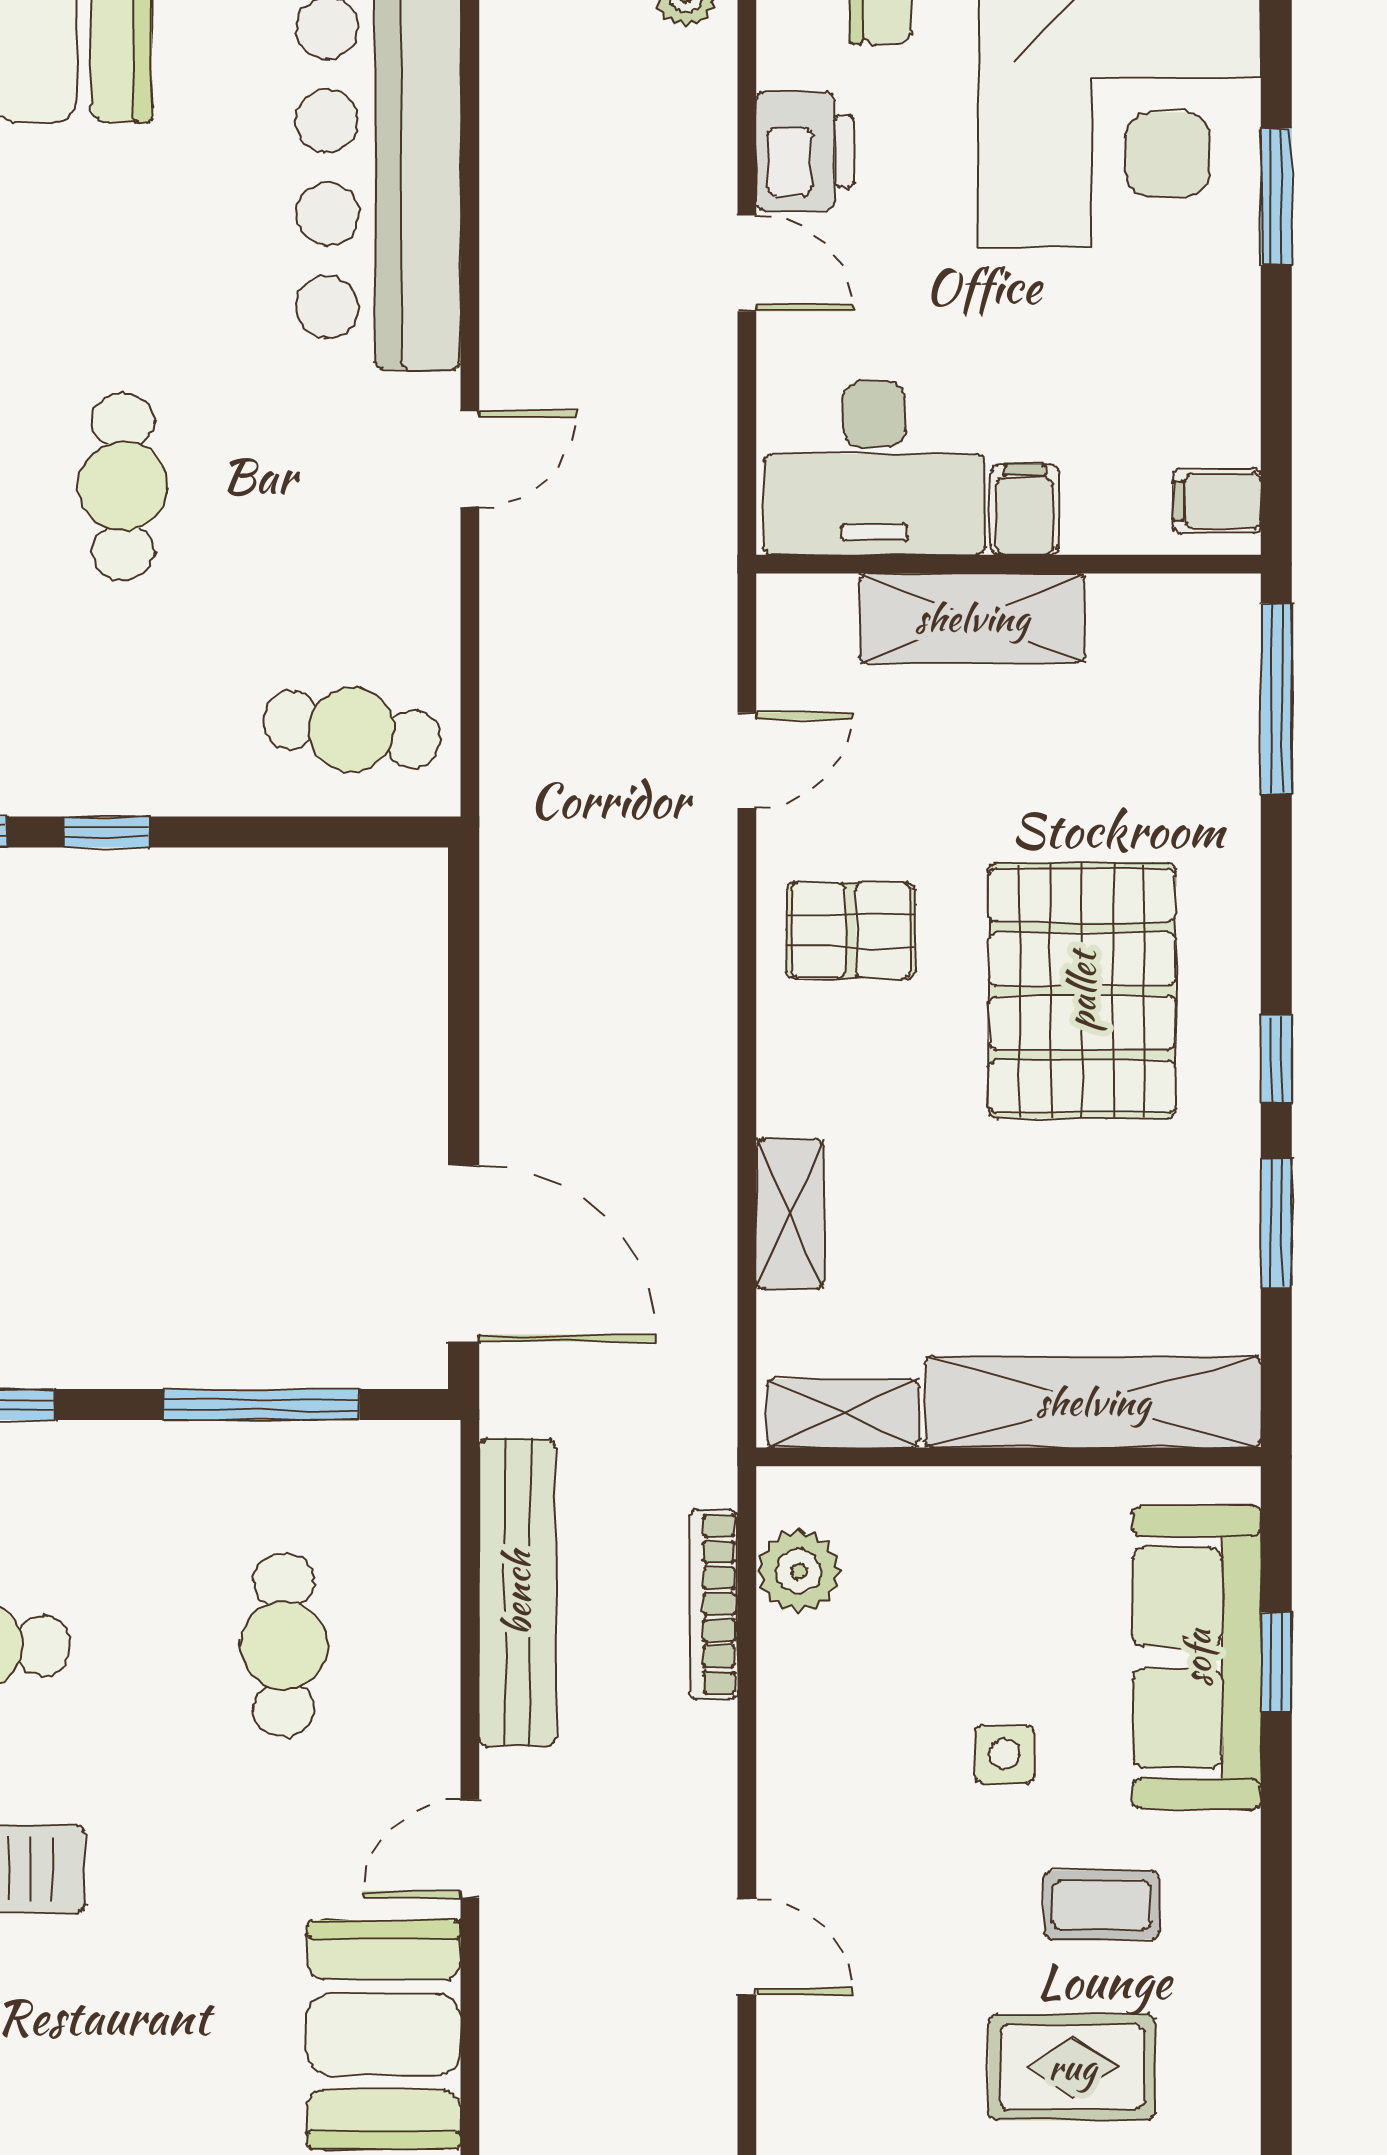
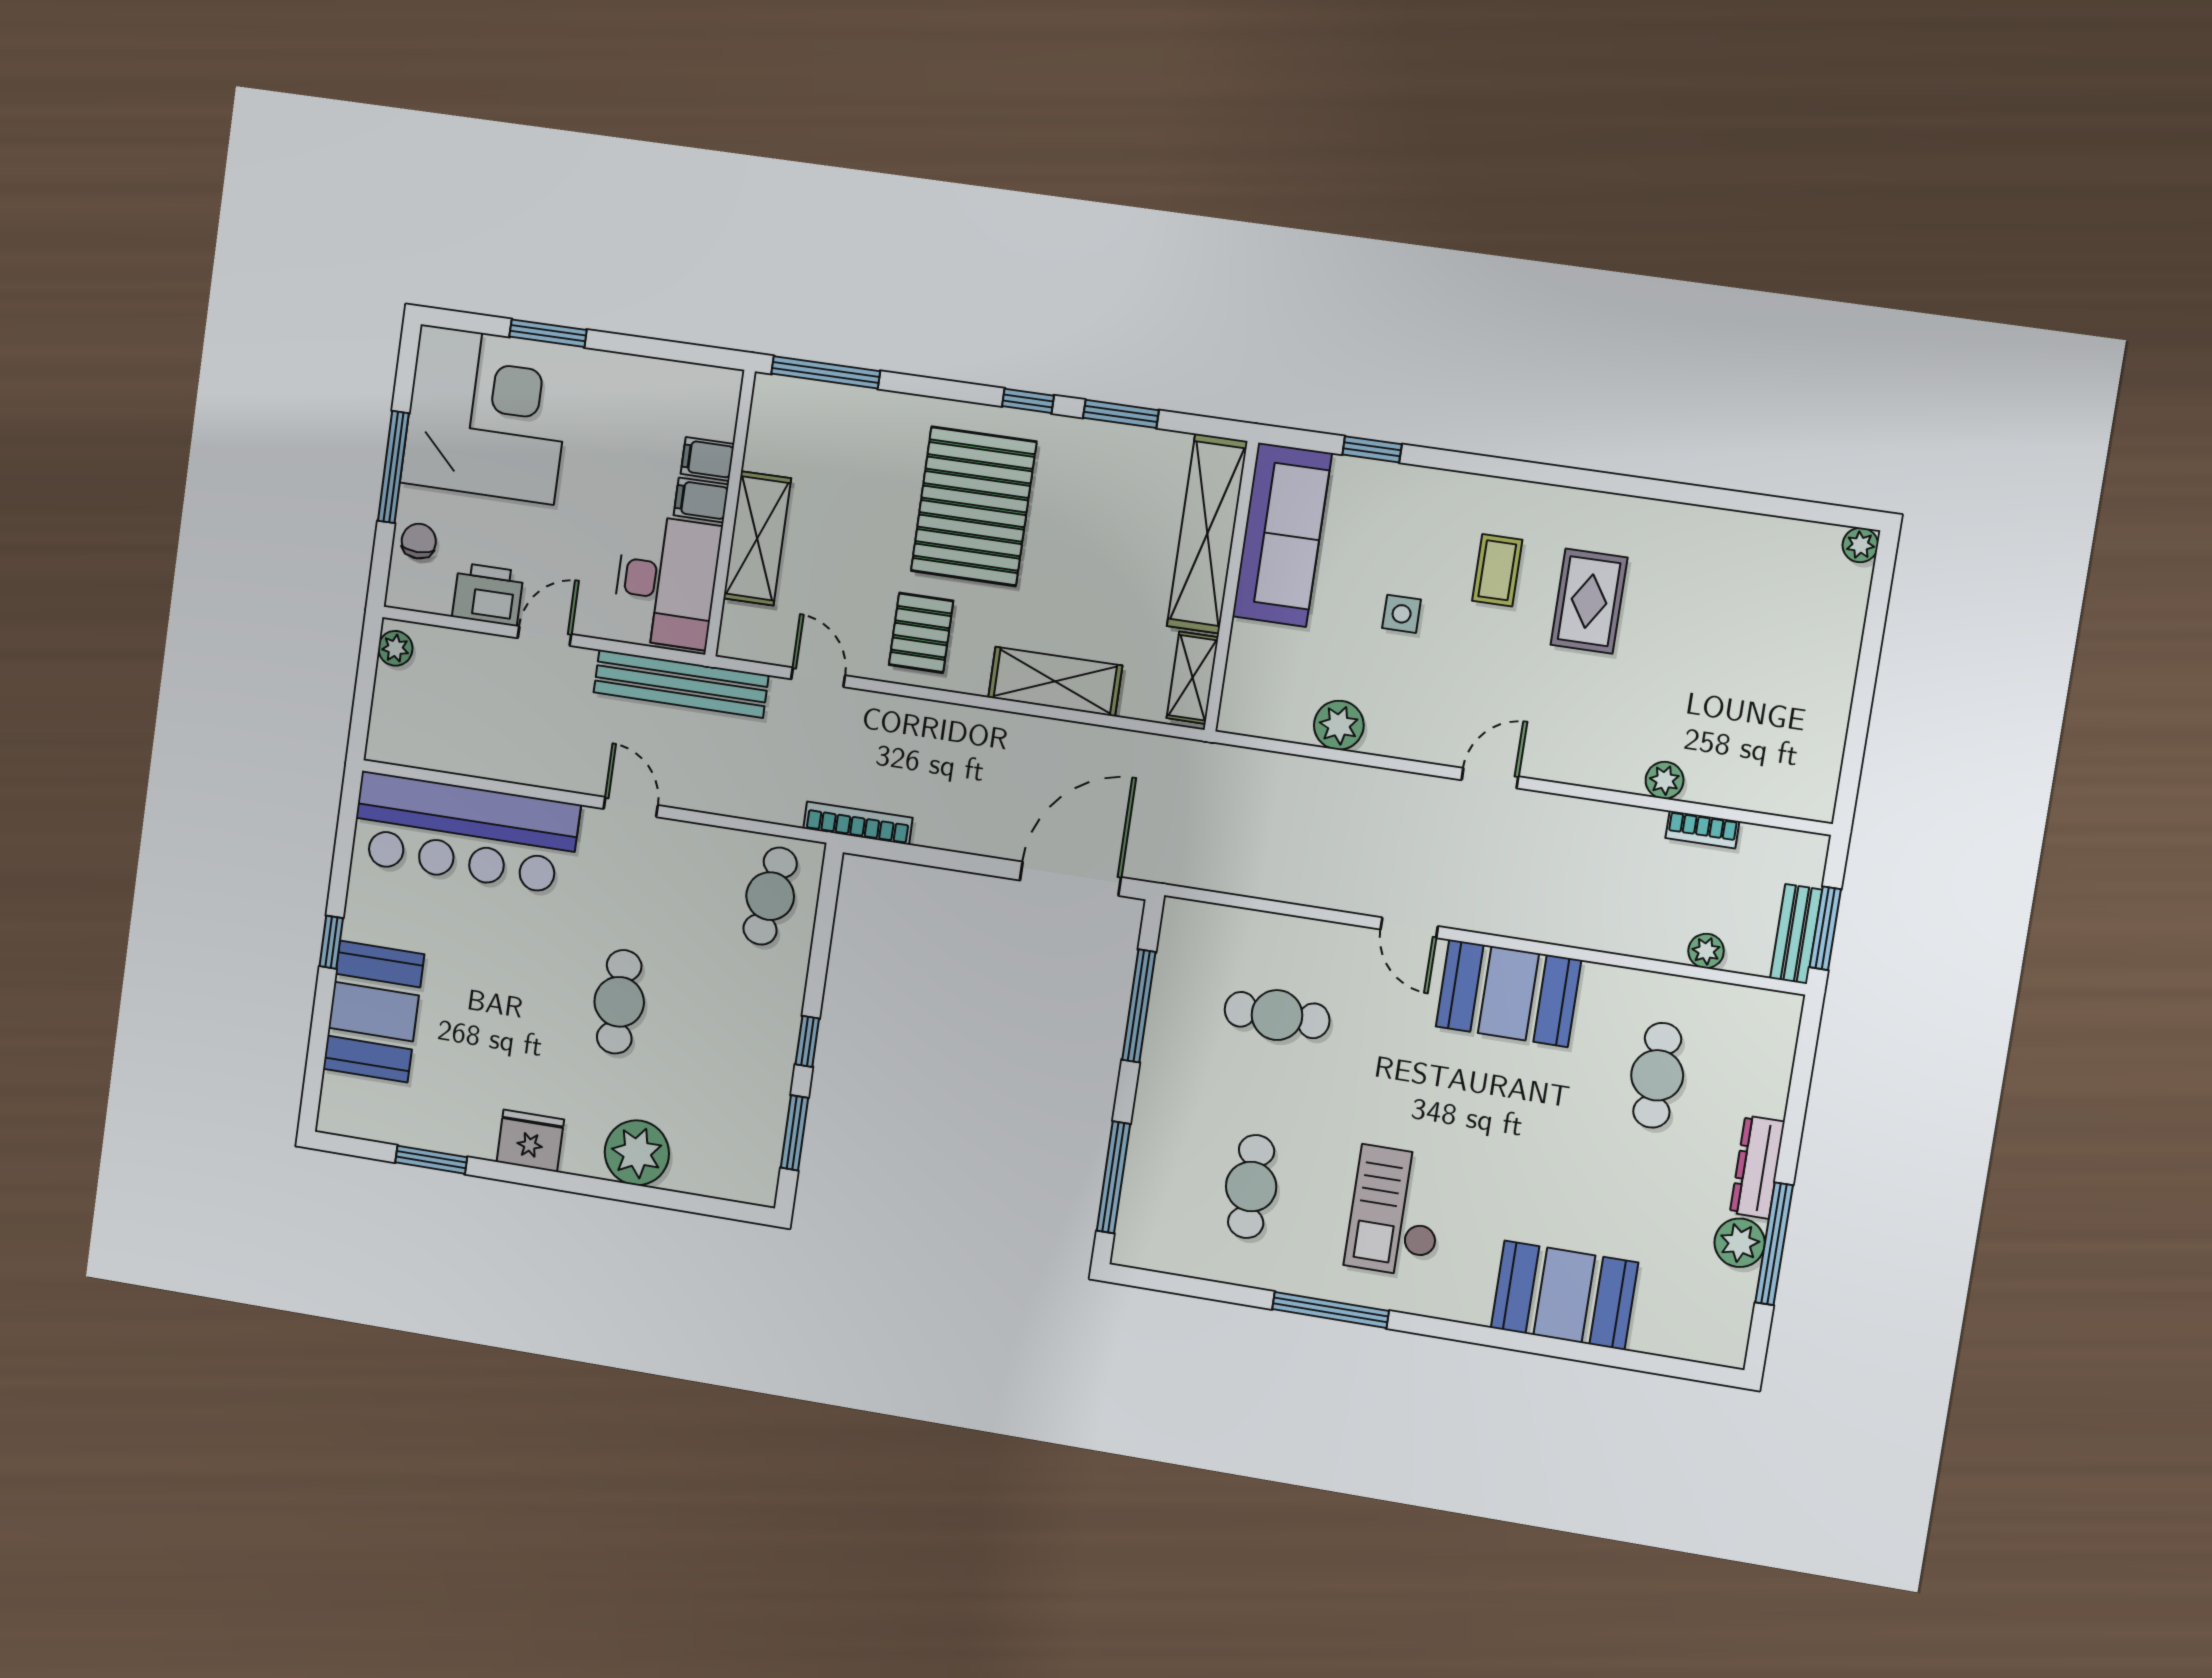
cafe table: (123, 486) -> (619, 1002), turned 90
filing cabinet: (1217, 501) -> (707, 459), moved, turned 90
pallet: (1082, 991) -> (974, 506), turned 90
shelving: (790, 1214) -> (1055, 681), width x1.50, depth x1.33
plant: (799, 1571) -> (1339, 725), moved
bench: (517, 1593) -> (681, 684), moved
bookcase: (713, 1604) -> (858, 823), moved, turned 180
sofa: (1197, 1658) -> (1282, 535), moved, turned -90

